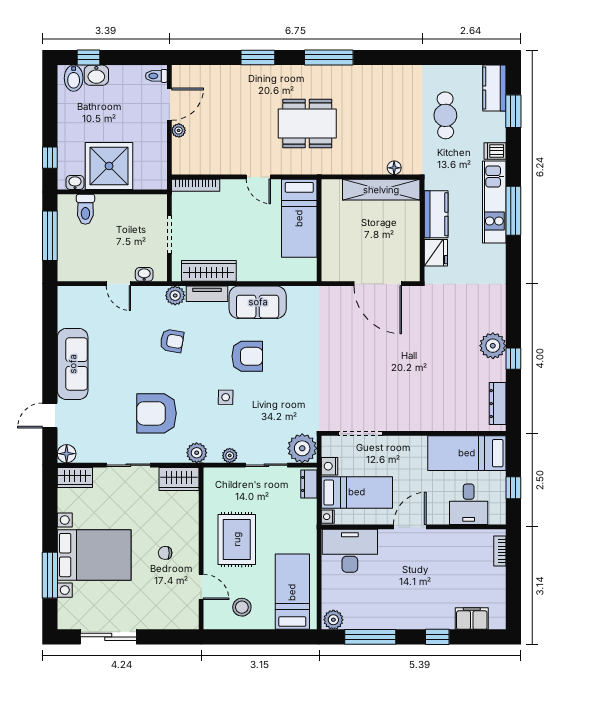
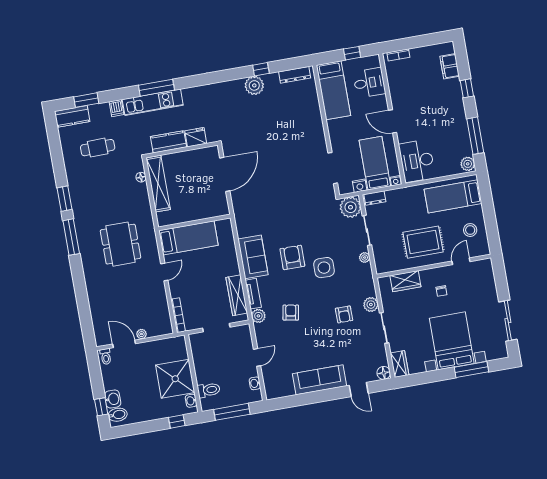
window: (258, 57) -> (64, 199), moved
washbasin: (144, 274) -> (255, 383), moved
side table: (226, 397) -> (324, 268), width x1.87, depth x1.87
armchair: (156, 413) -> (344, 314), width x0.53, depth x0.53
plant: (197, 453) -> (371, 305), moved
wardrobe: (179, 479) -> (405, 281), moved, turned 90

